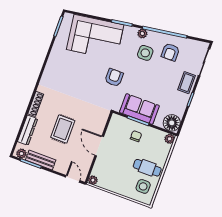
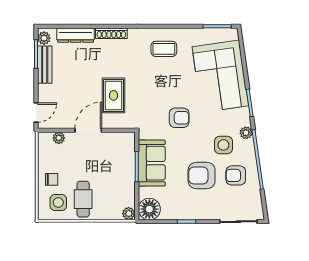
armchair: (161, 77) -> (202, 175), added
coffee table: (187, 83) -> (164, 49), moved
rug: (63, 129) -> (114, 95), moved, turned 90
chair: (136, 136) -> (52, 179), moved
plant: (93, 180) -> (59, 138), moved

